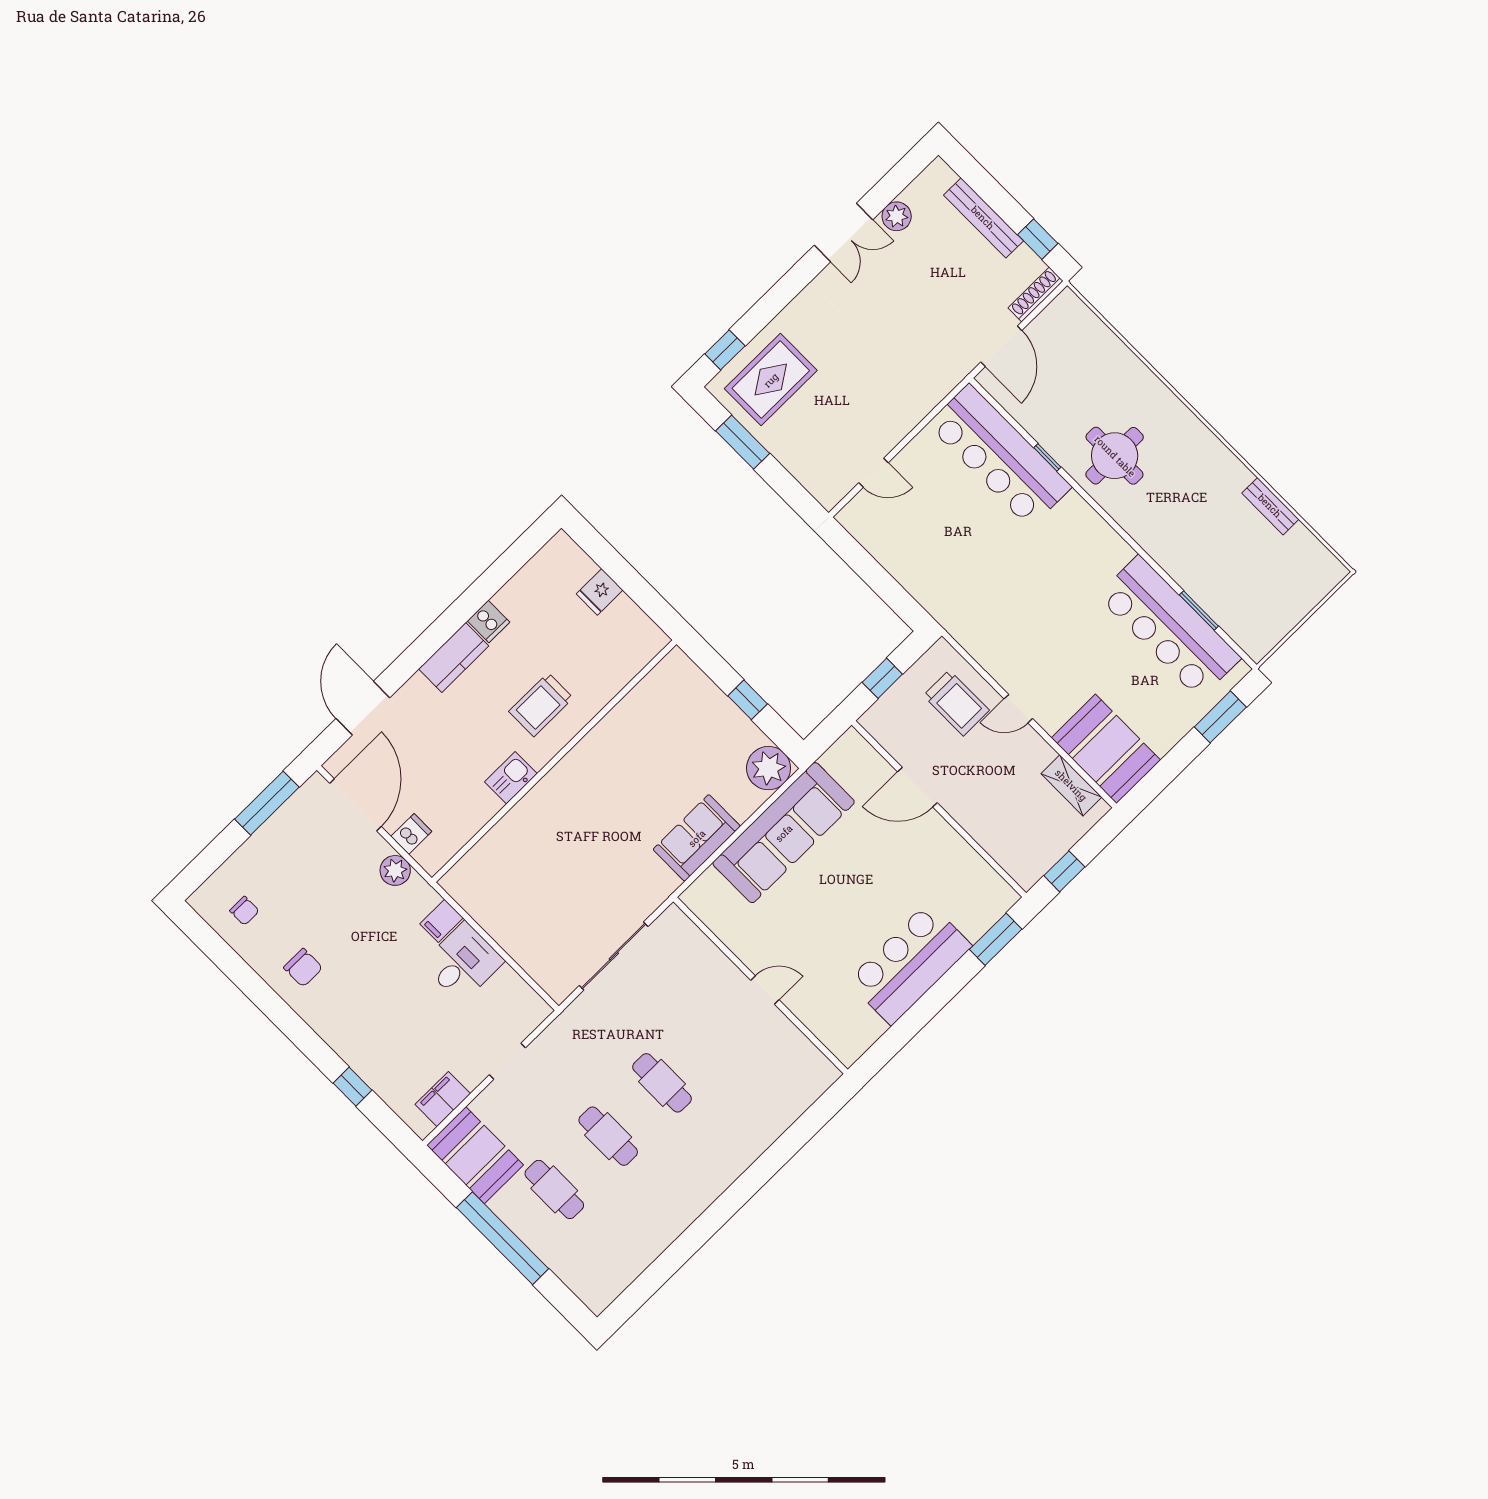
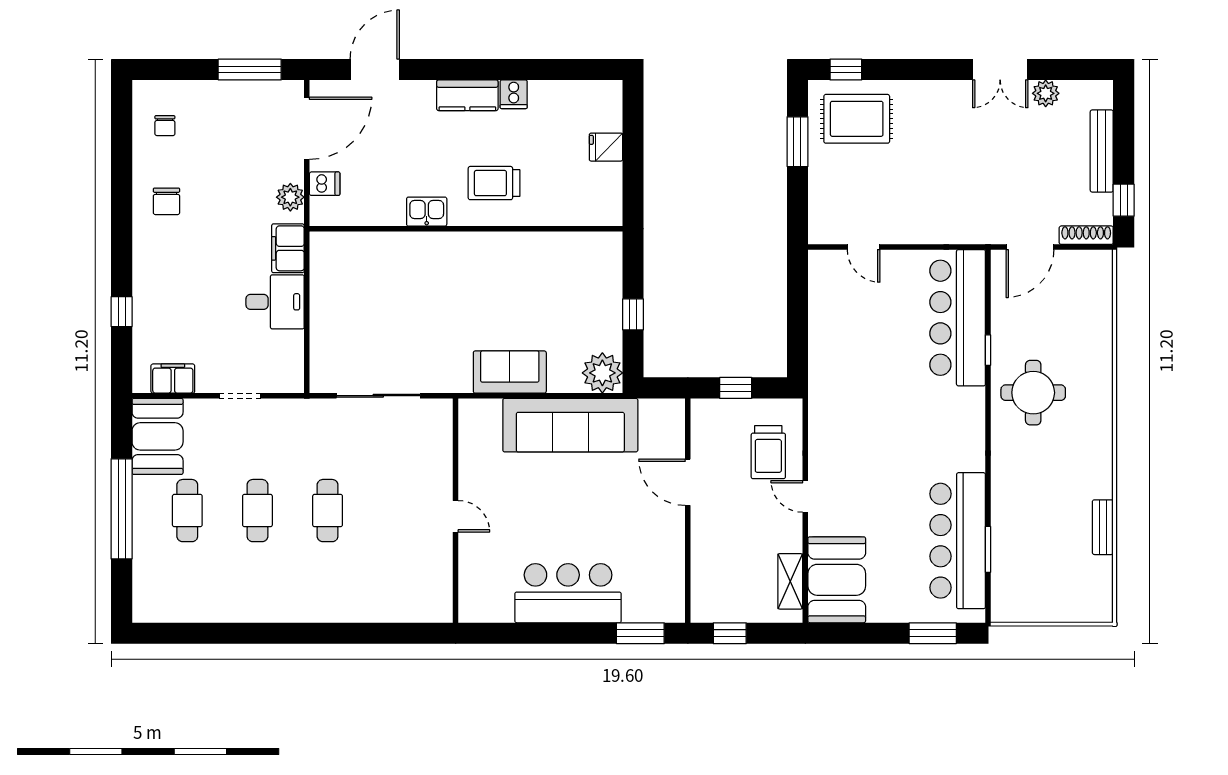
filing cabinet: (442, 921) -> (288, 248), width x2.00

